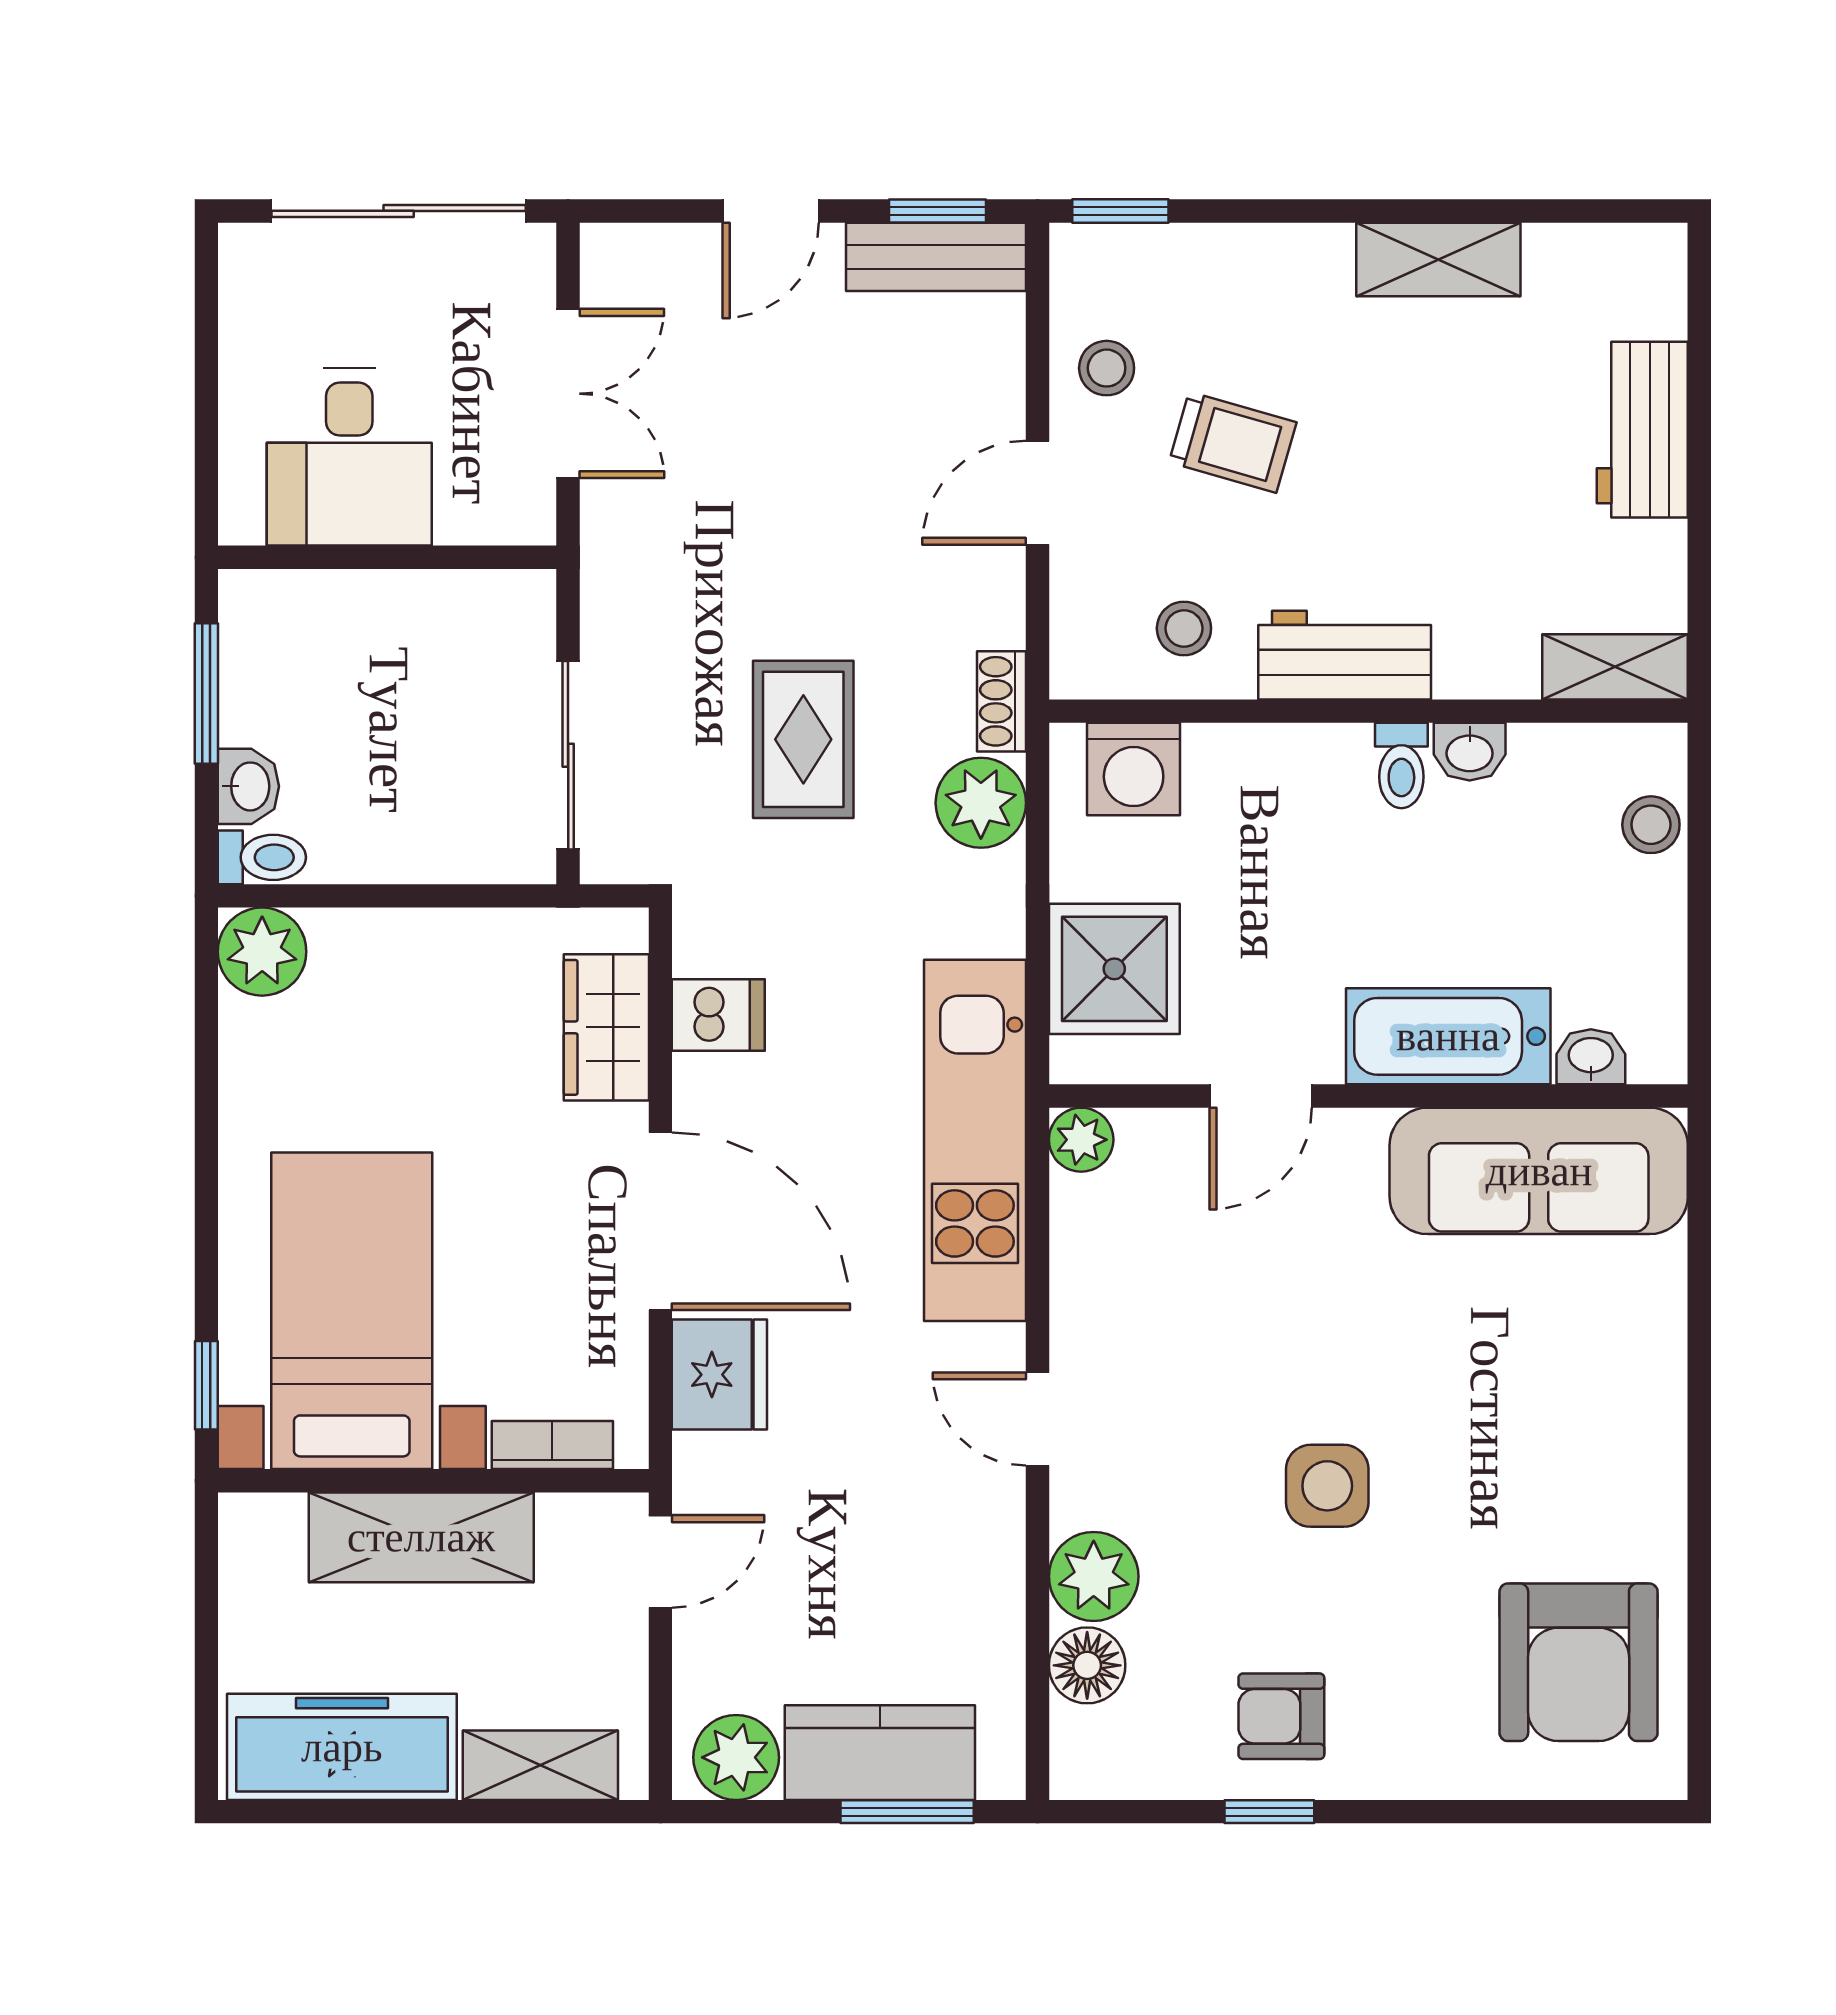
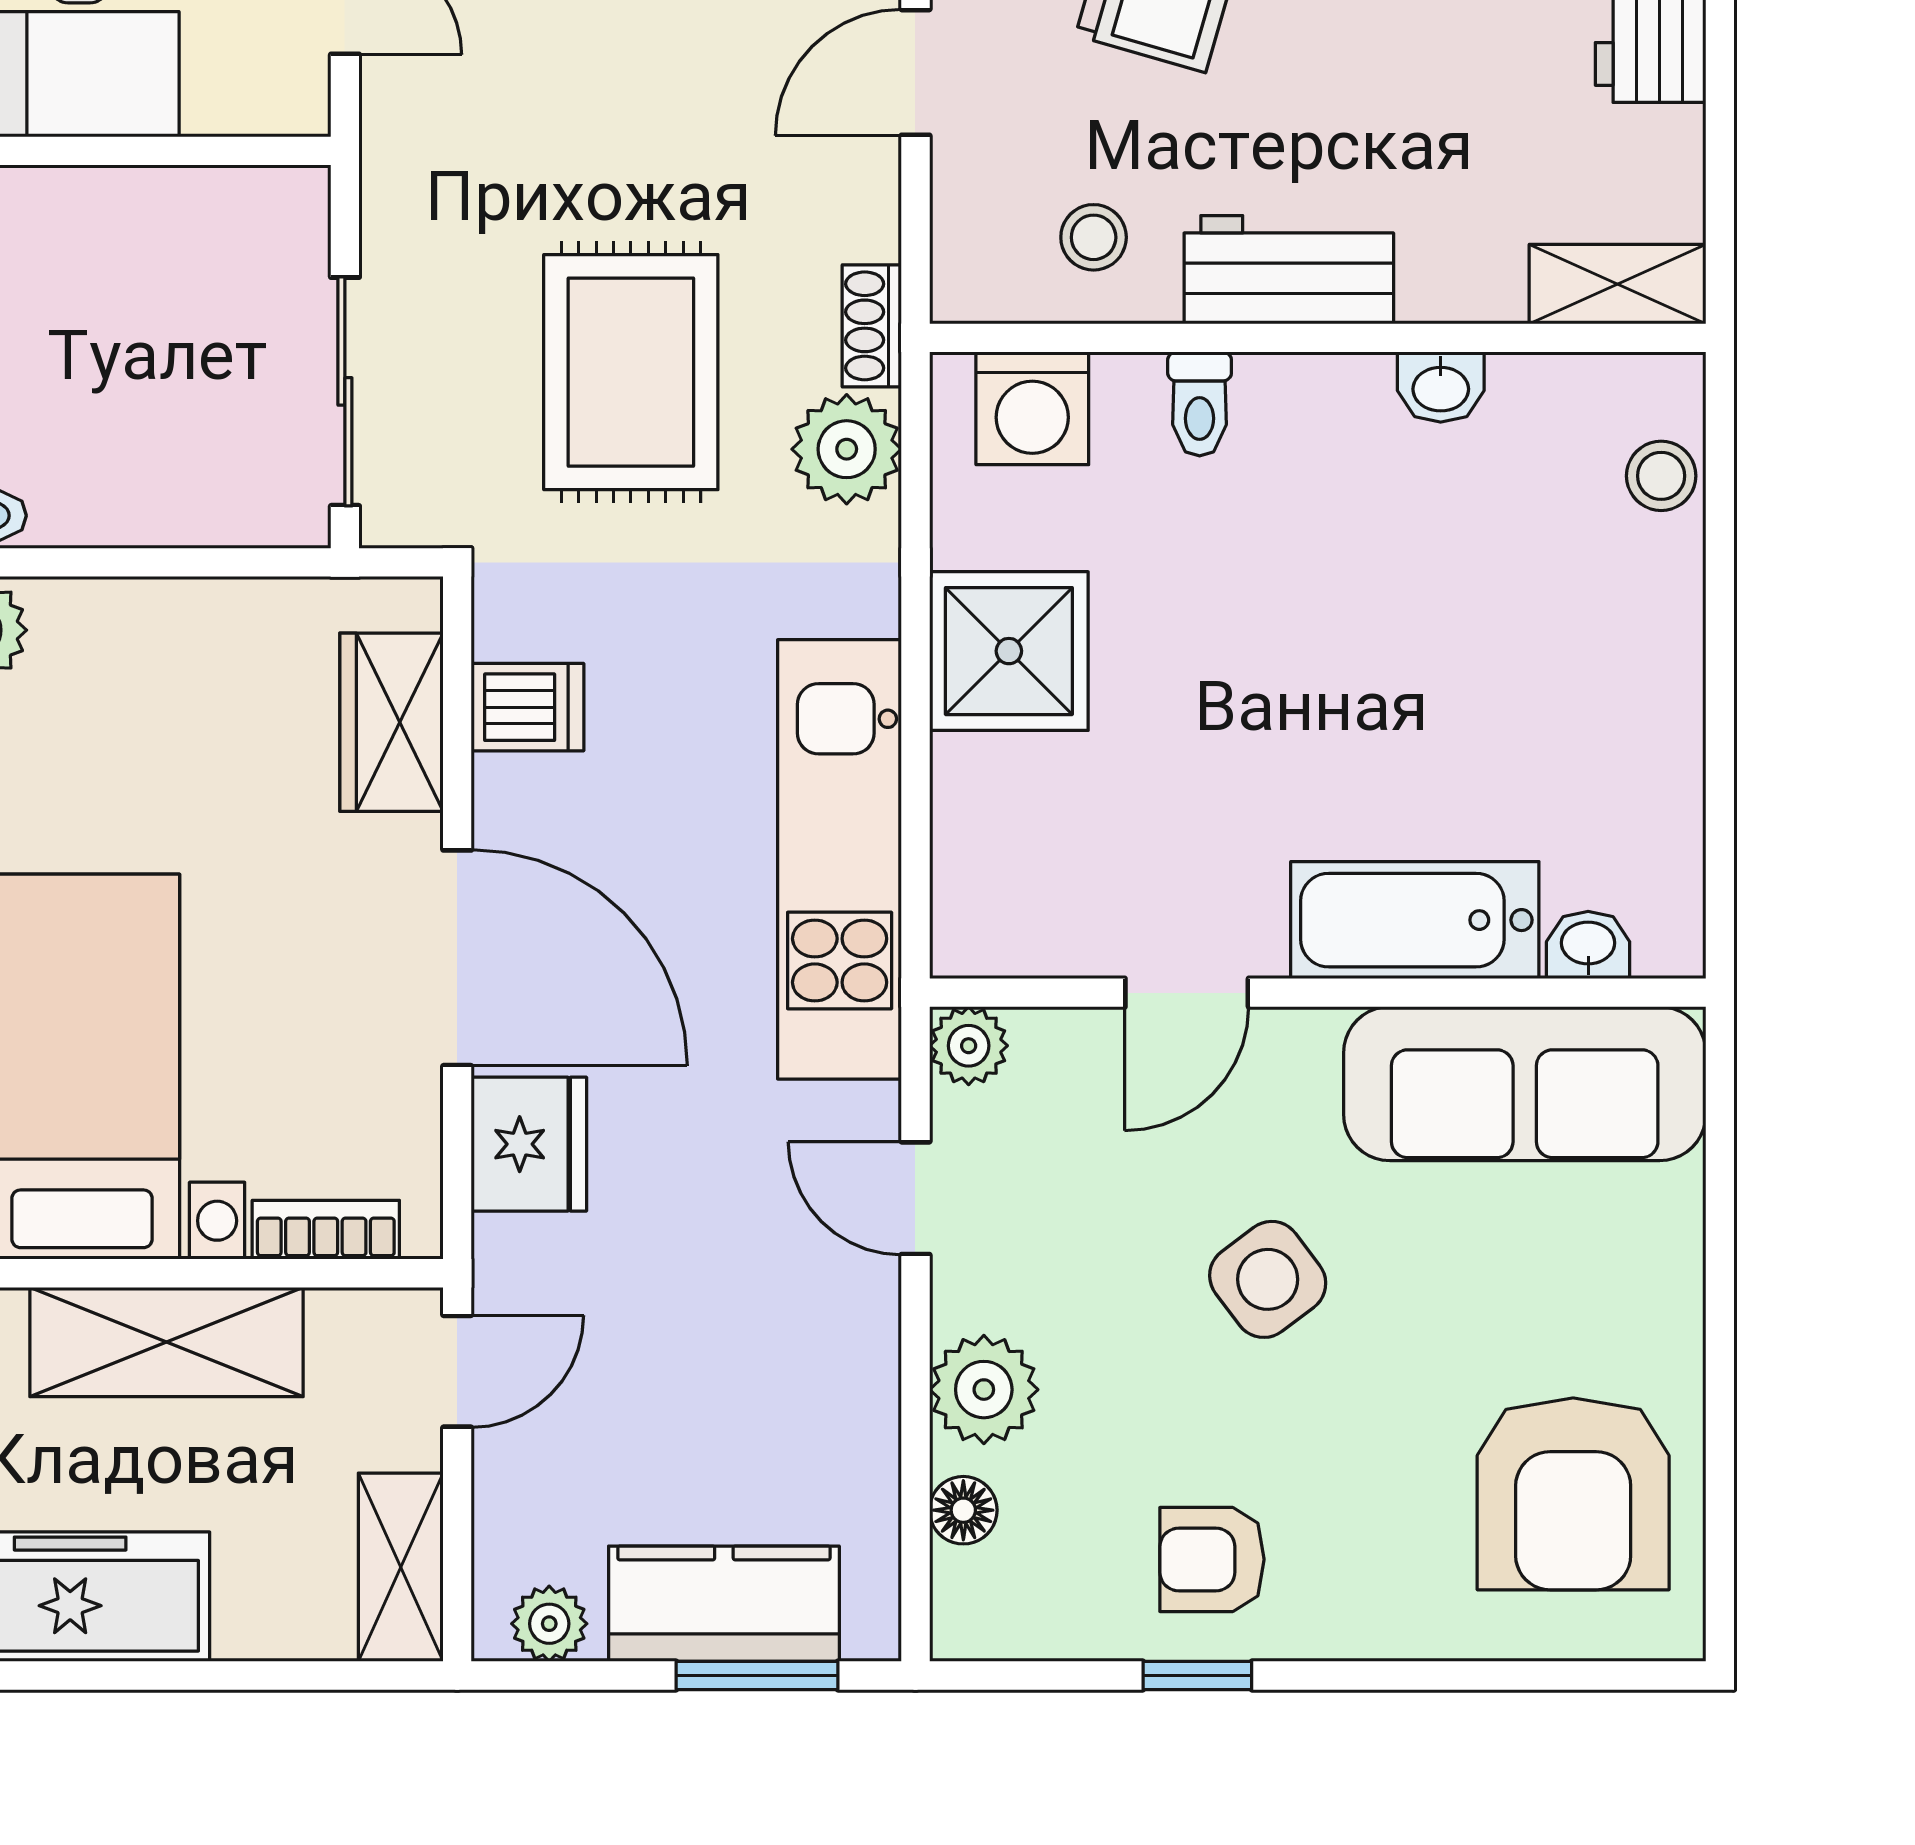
rug: (803, 739) -> (631, 372), width x1.36, depth x1.43
toilet: (1401, 766) -> (1200, 404), moved
bathtub: (1448, 1036) -> (1415, 920), moved
washbasin: (1591, 1057) -> (1588, 945), moved
door: (1261, 1096) -> (1187, 993), moved
wall: (1368, 1096) -> (1318, 993), moved
plant: (1081, 1140) -> (969, 1046), moved
sofa: (1539, 1171) -> (1525, 1084), moved
side table: (1327, 1486) -> (1268, 1279), turned -37
floor lamp: (1087, 1665) -> (963, 1510), width x0.73, depth x0.73
plant: (736, 1757) -> (549, 1624), width x0.73, depth x0.73
shelving: (540, 1765) -> (401, 1567), moved, turned 90

